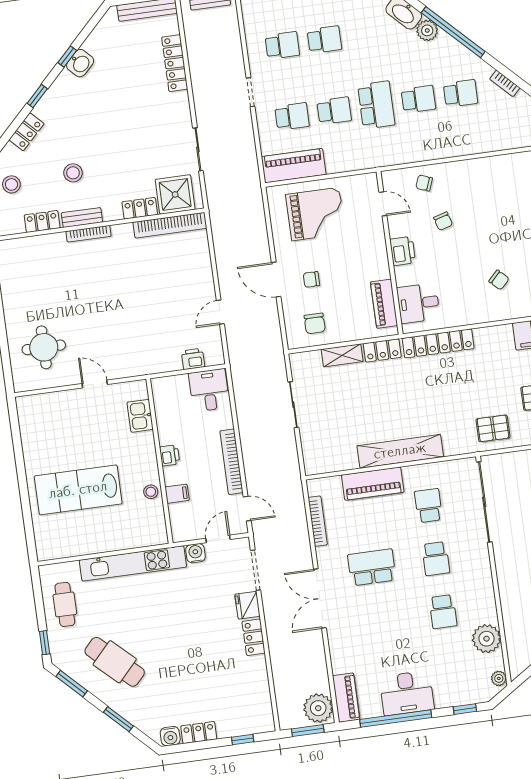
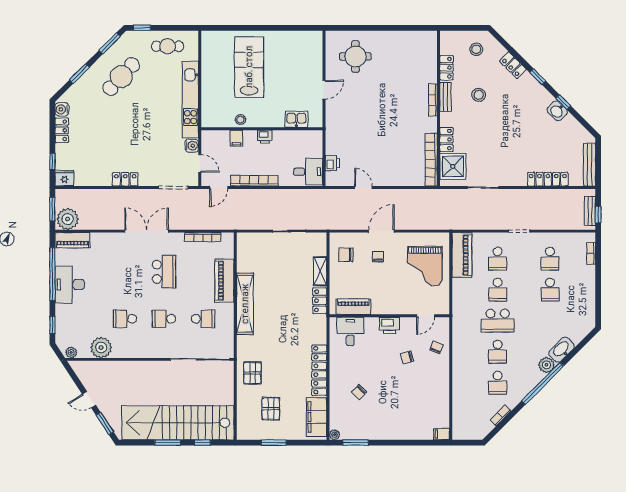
locker: (438, 343) -> (319, 370), moved
fridge: (247, 605) -> (64, 178), moved

